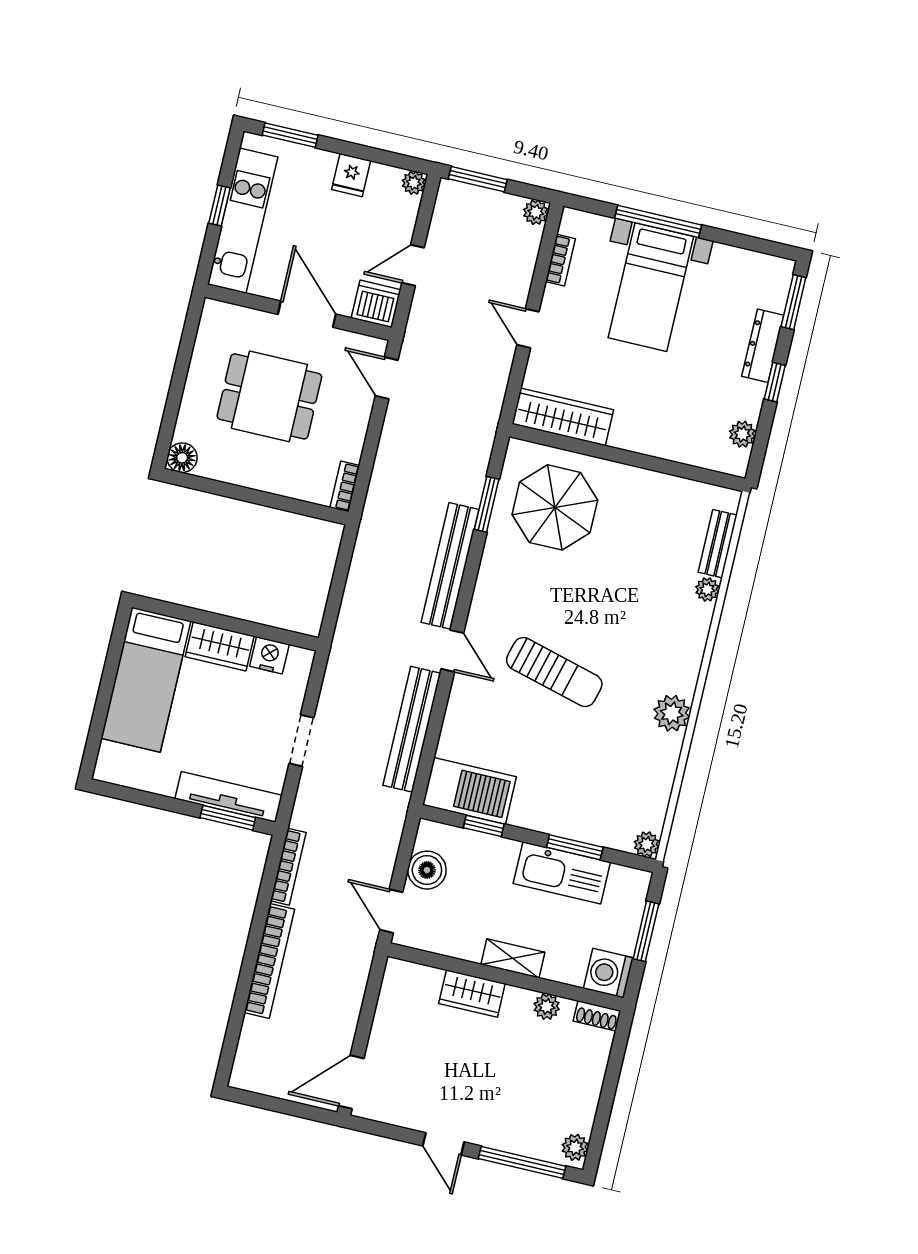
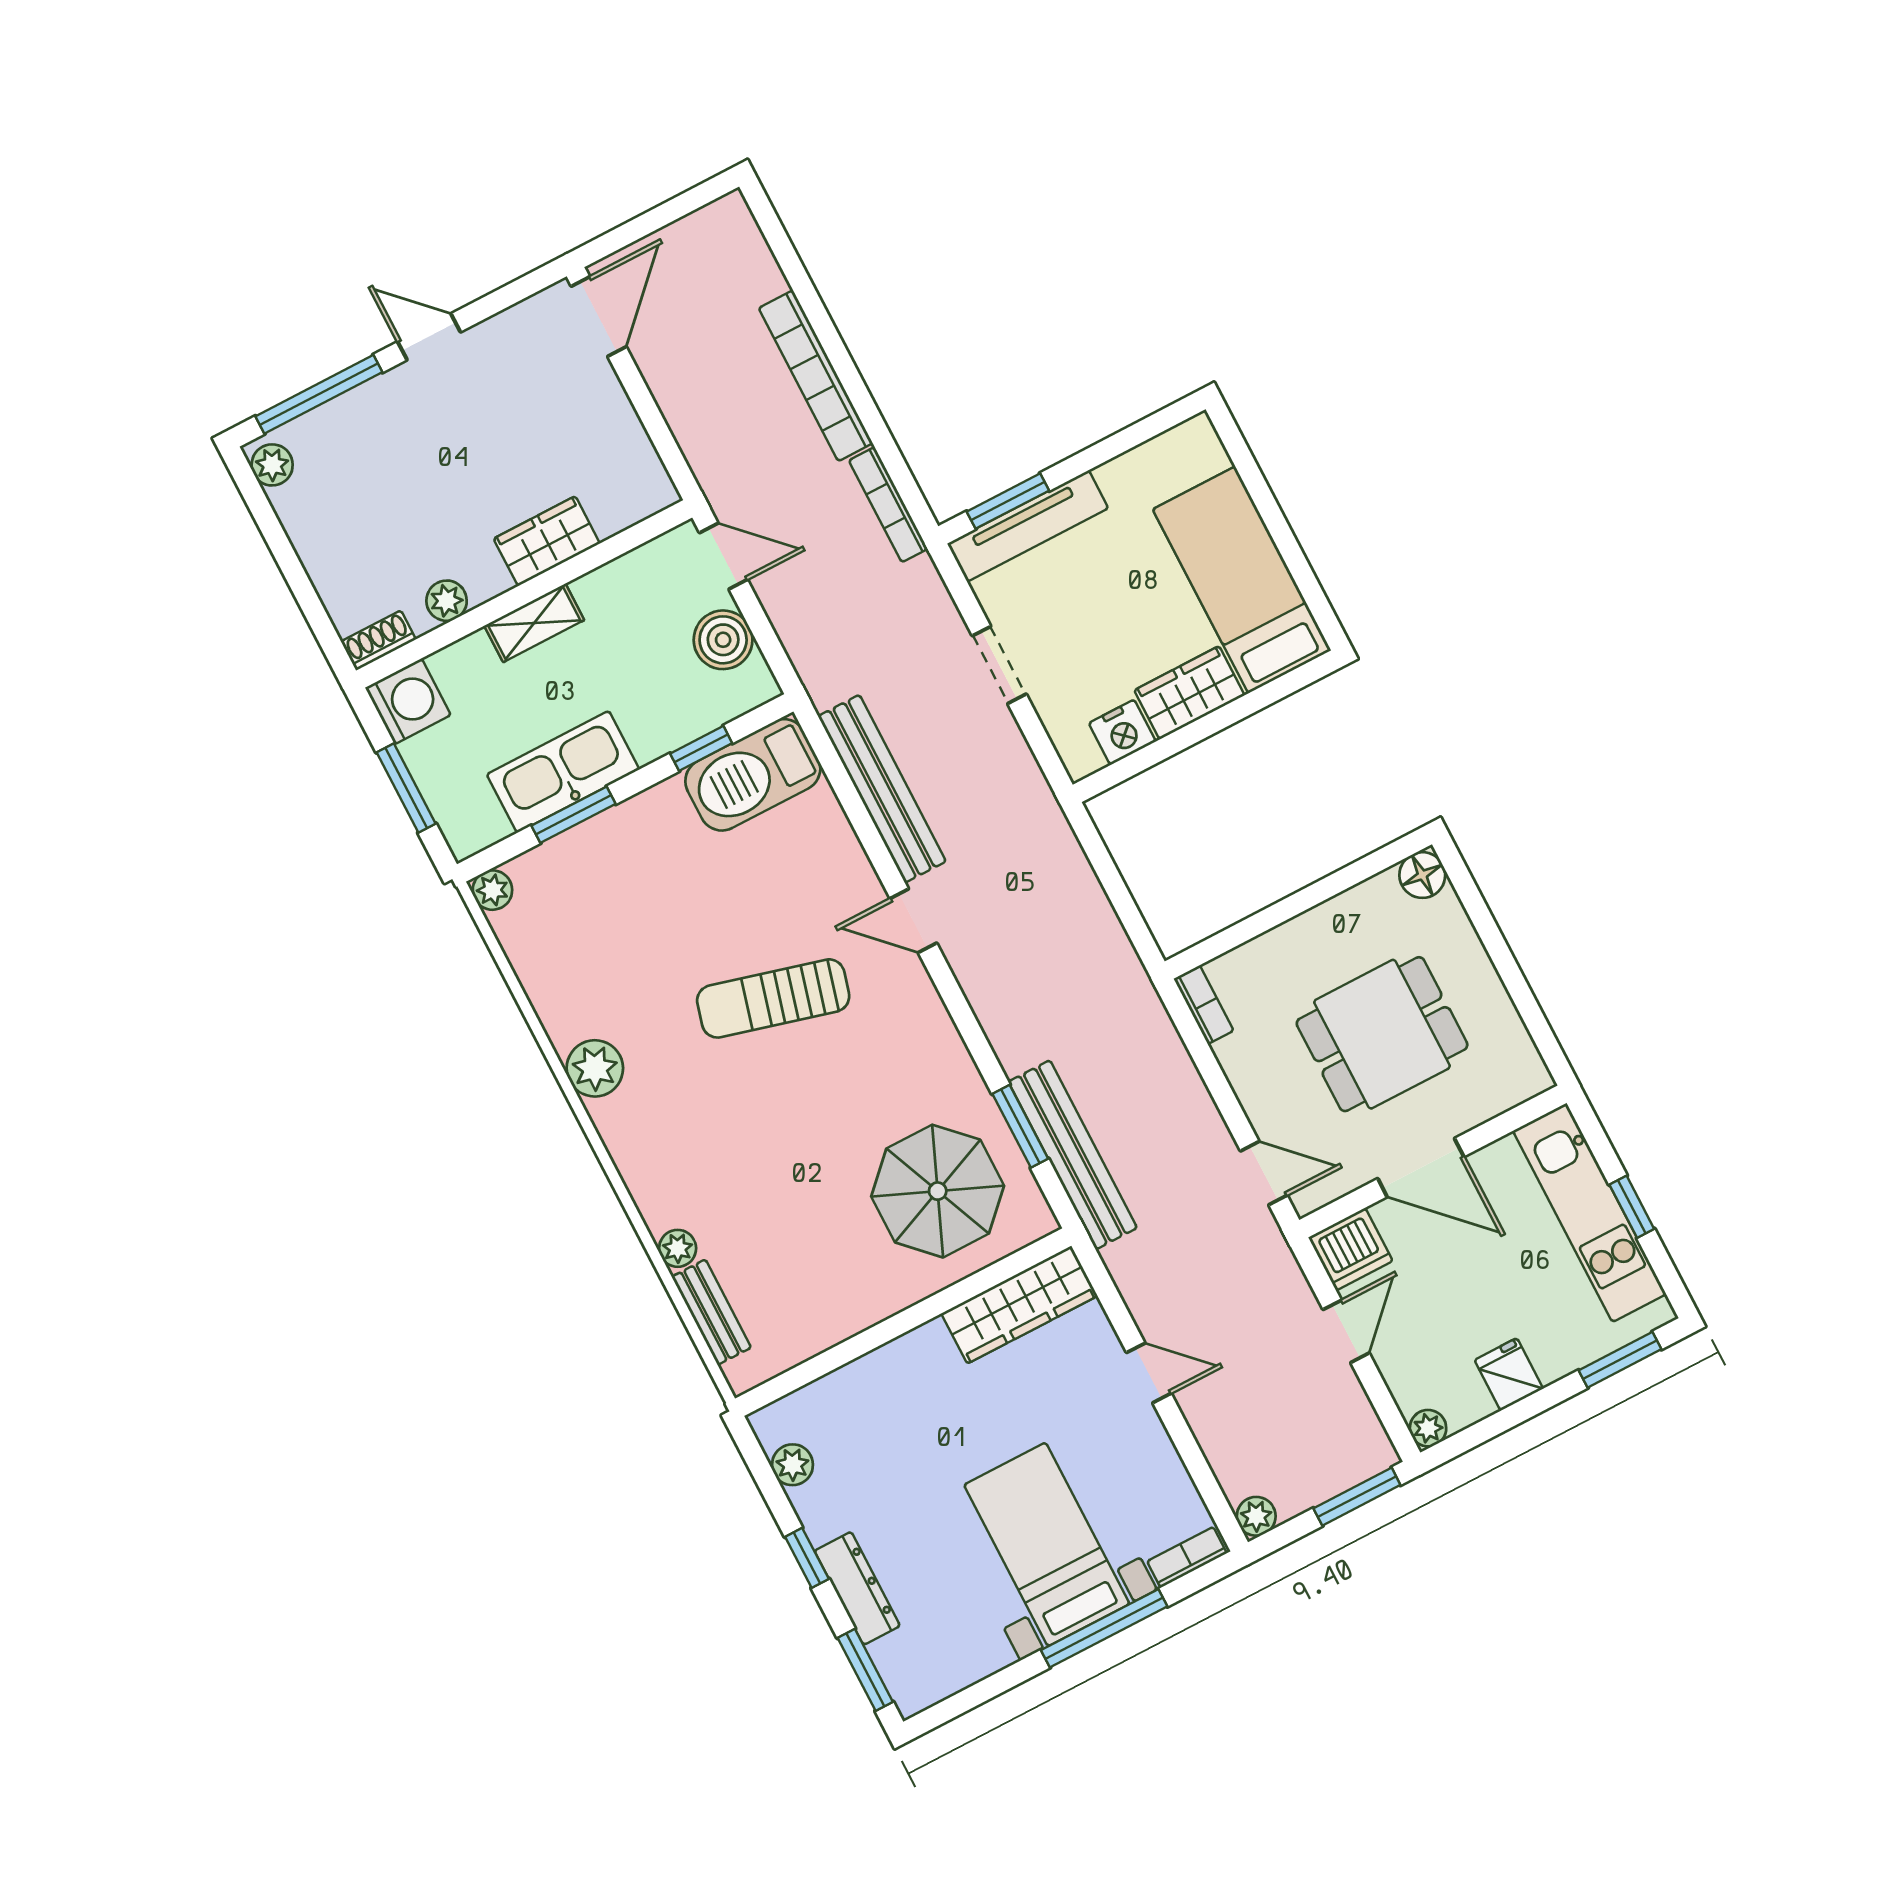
bookcase: (560, 260) -> (1187, 1557), moved, turned 90
bench: (450, 566) -> (1073, 1155), moved

